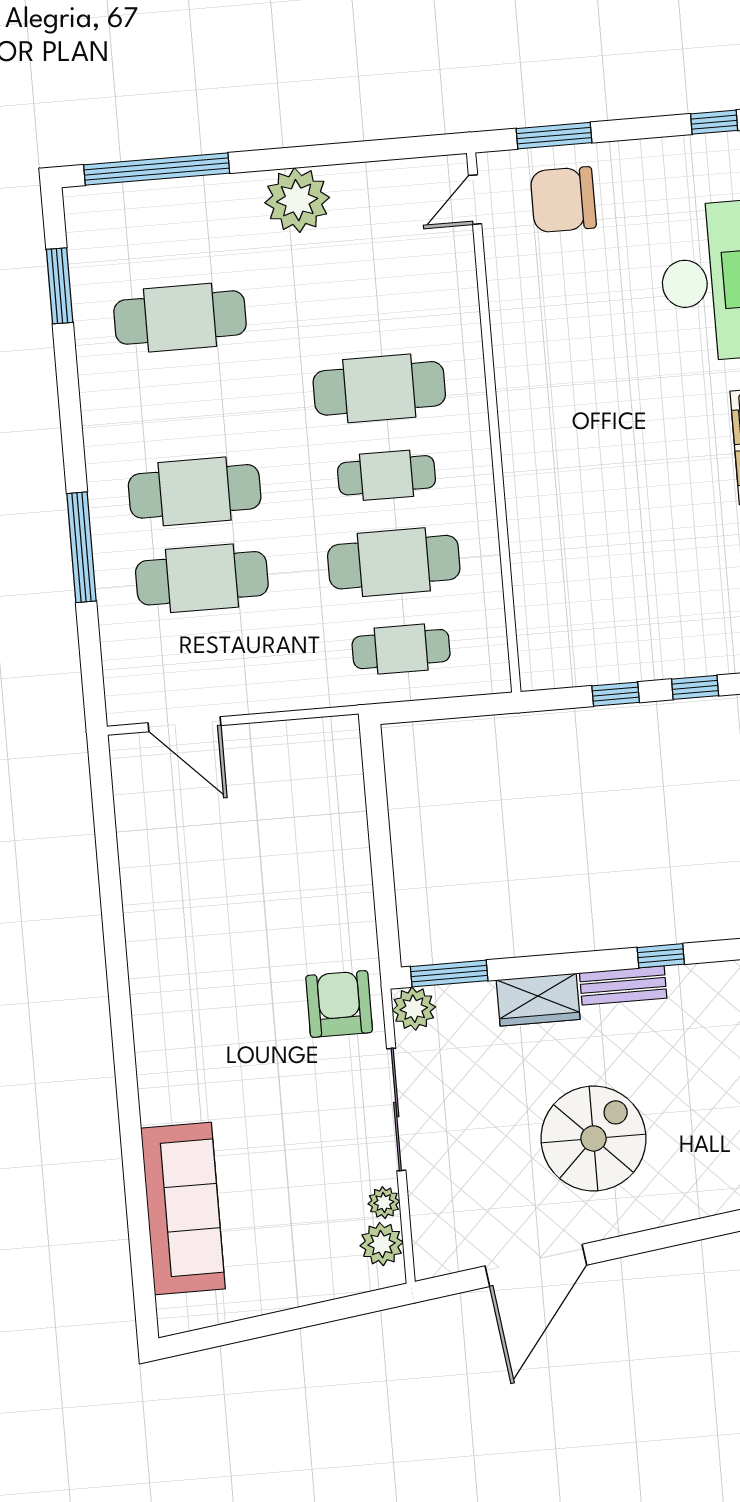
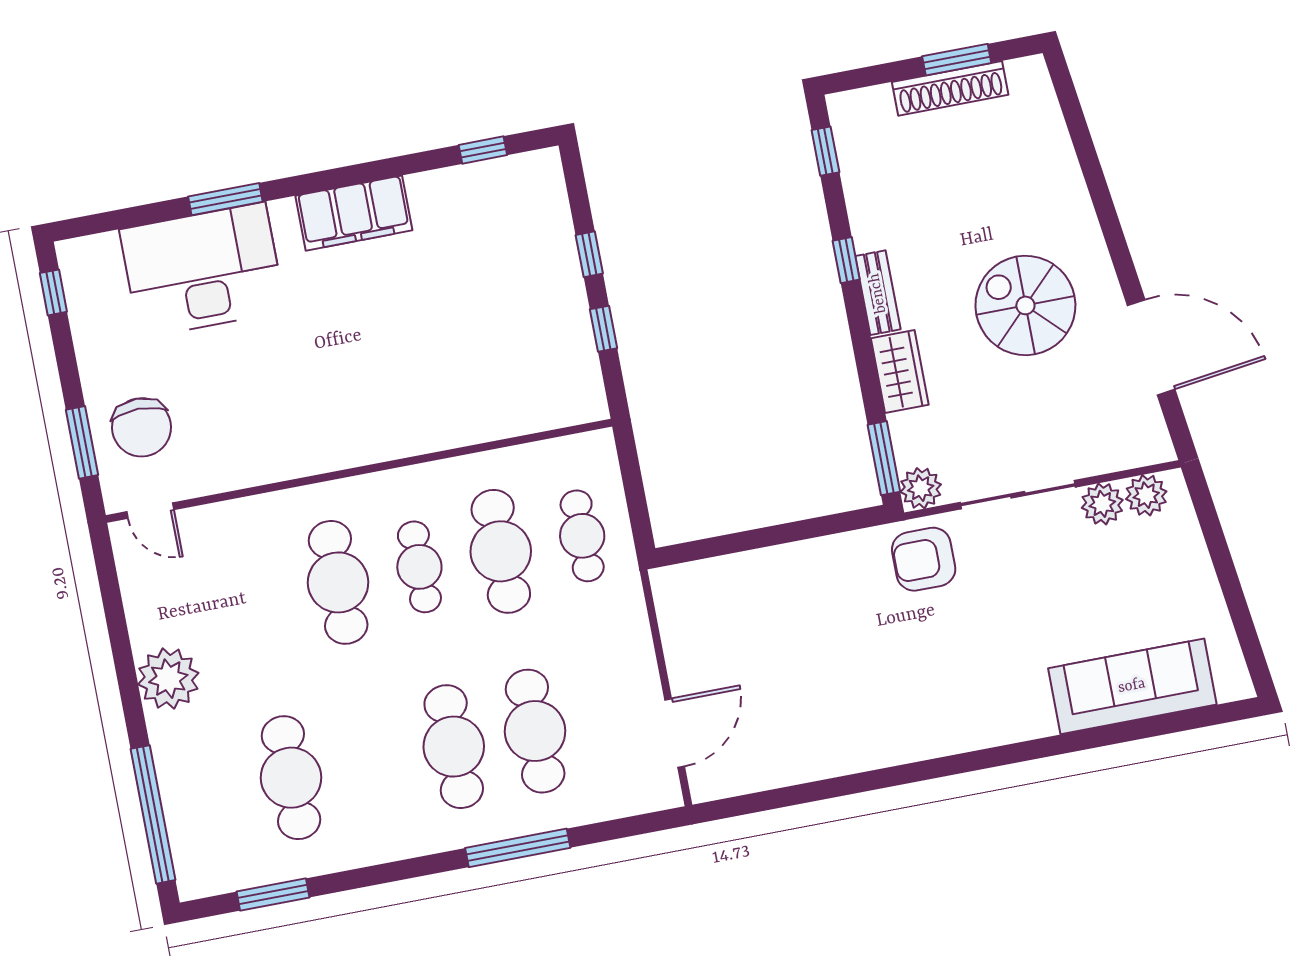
plant: (384, 1203) -> (1102, 504), width x1.38, depth x1.38

